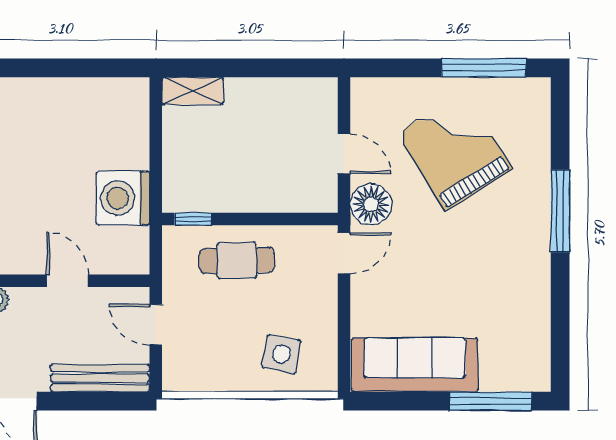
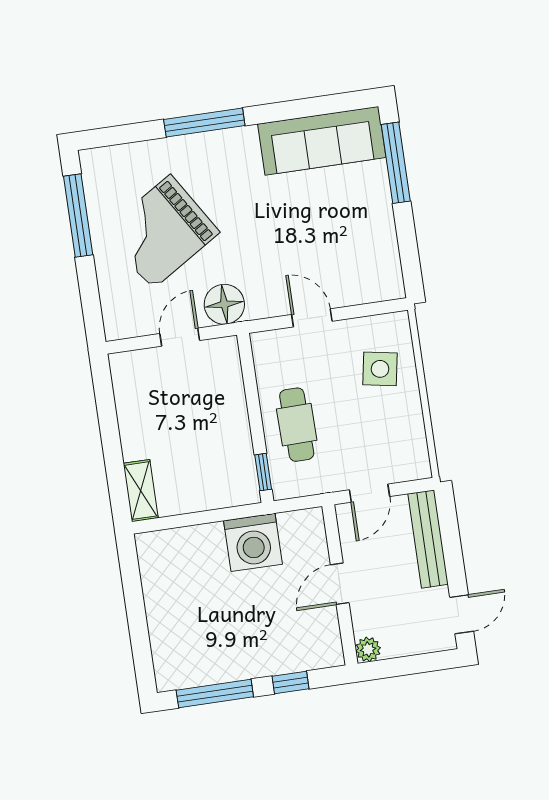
door: (344, 253) -> (312, 318), moved
sofa: (415, 365) -> (322, 141), moved, turned -90

